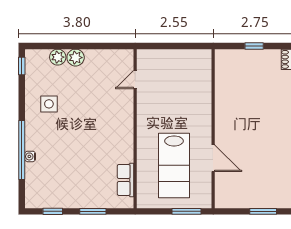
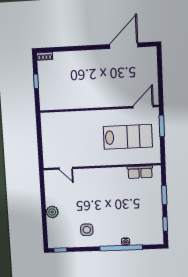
plant: (58, 57) -> (53, 225), removed
door: (213, 158) -> (143, 107), moved
window: (263, 211) -> (160, 68), removed

